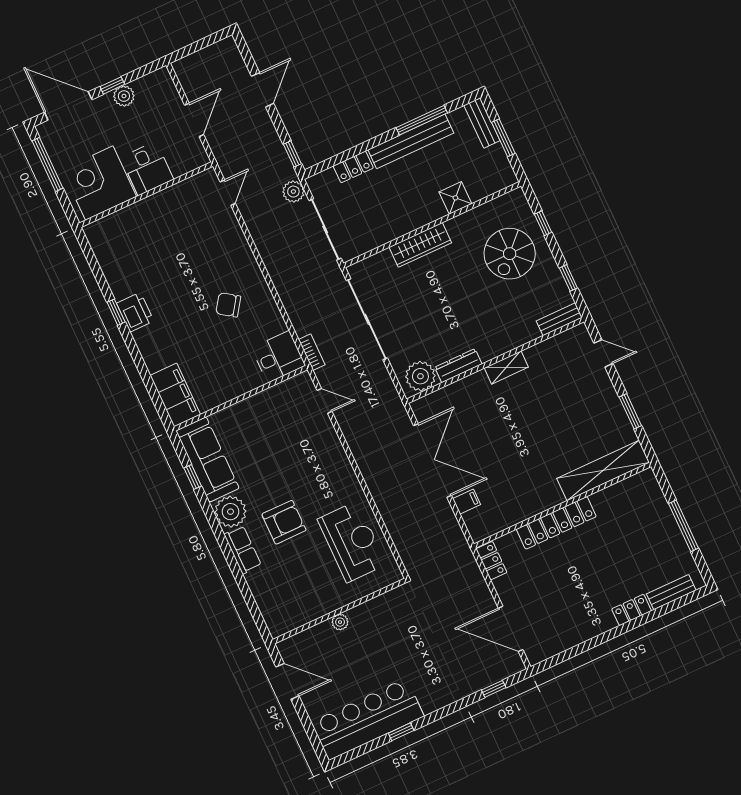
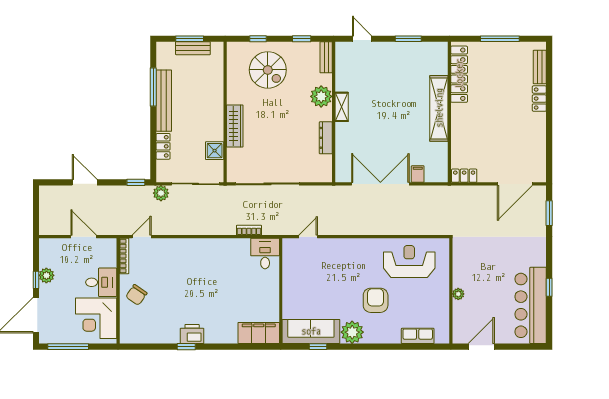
bench: (482, 123) -> (193, 48), moved
bookcase: (193, 182) -> (124, 256), added
door: (228, 193) -> (142, 237), hinge flipped
shower: (455, 198) -> (215, 151), moved
chair: (228, 305) -> (136, 295), moved
bookcase: (312, 352) -> (249, 230), moved
door: (603, 353) -> (362, 39), hinge flipped
plant: (420, 376) -> (321, 96), moved
shelving: (603, 470) -> (439, 108), moved
locker: (556, 523) -> (459, 74), moved
row of seats: (243, 550) -> (418, 336), moved
window: (494, 689) -> (549, 213), width x1.50

